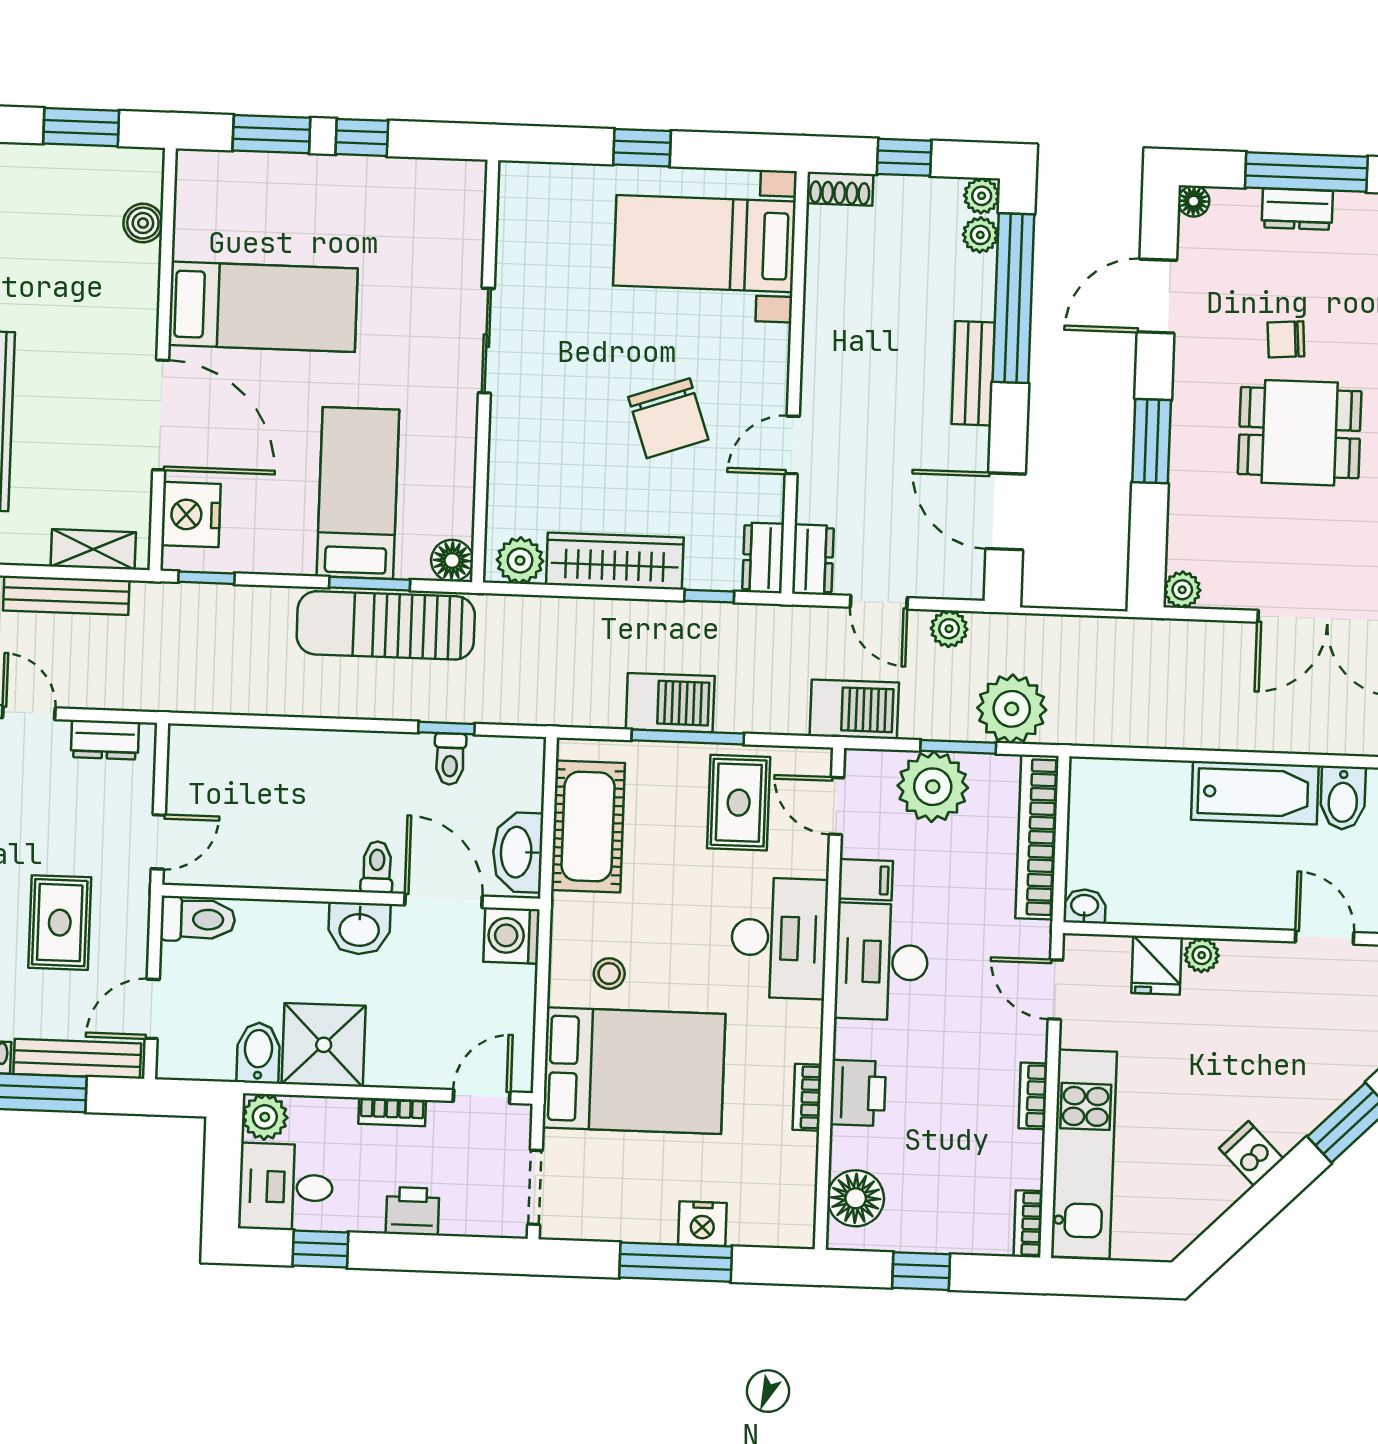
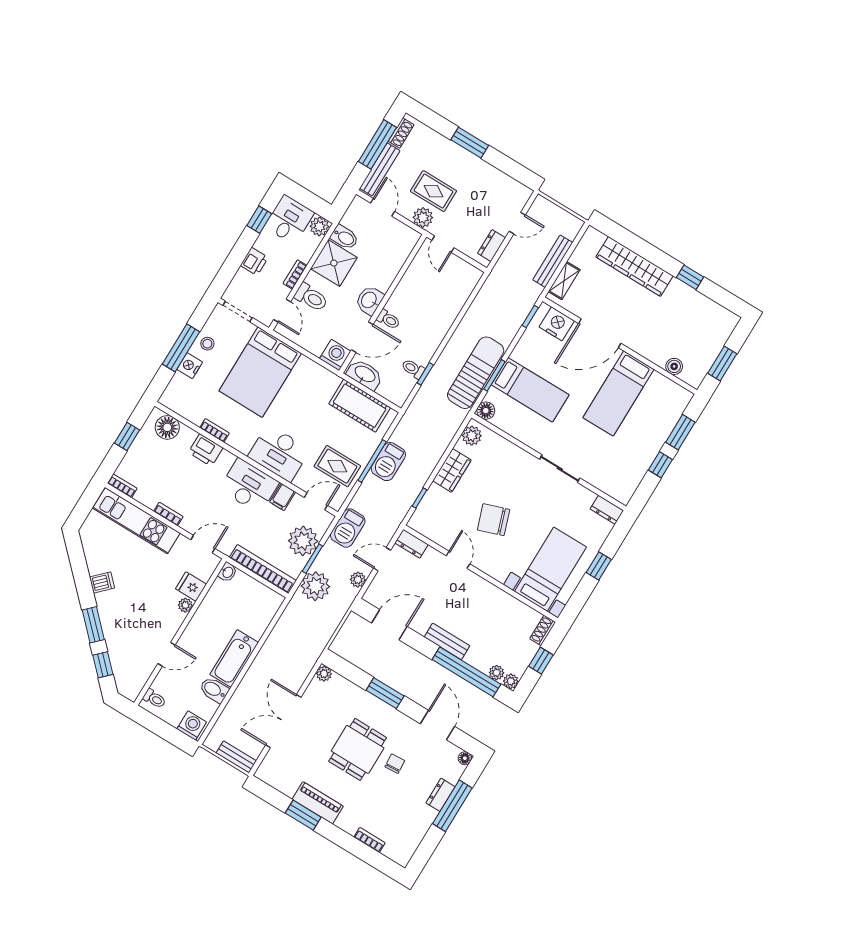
dresser: (763, 558) -> (607, 510), moved, turned 180
wardrobe: (615, 561) -> (452, 470), width x0.67
plant: (127, 914) -> (423, 217), added
toilet: (198, 919) -> (311, 297), moved, turned -90
stool: (609, 974) -> (207, 344), moved

